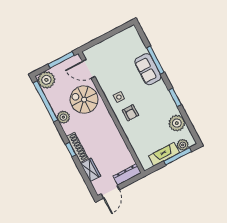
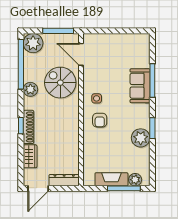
plant: (177, 123) -> (141, 138), moved

